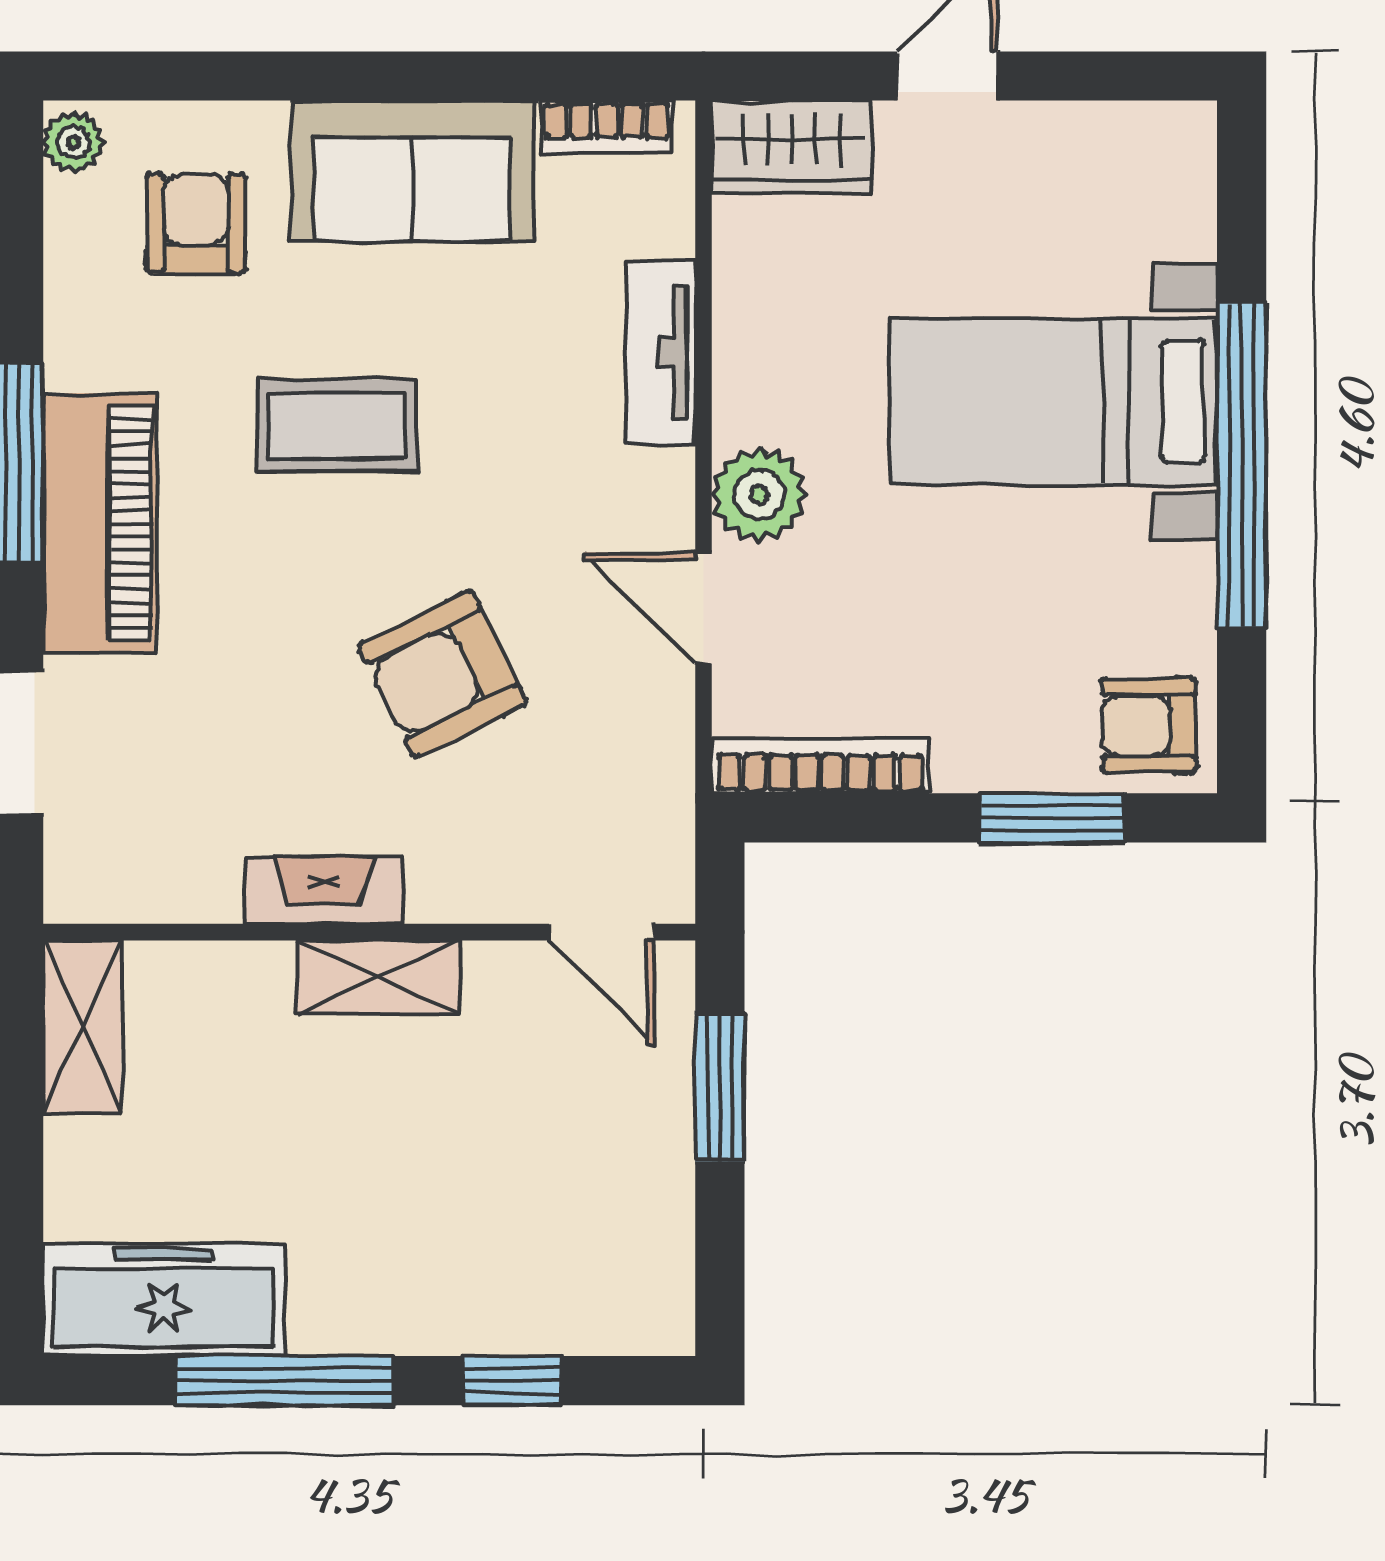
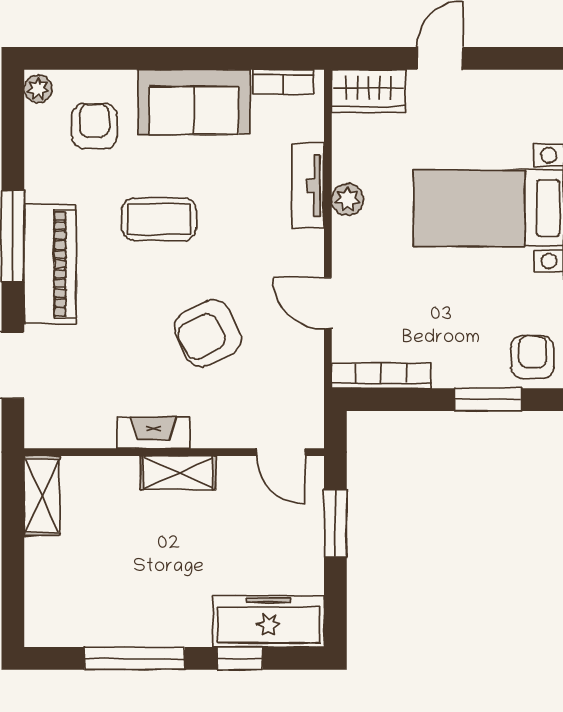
plant: (759, 495) -> (347, 199), moved, width x0.73, depth x0.73
armchair: (1149, 725) -> (533, 357), turned 90
freezer: (164, 1300) -> (269, 621), moved

